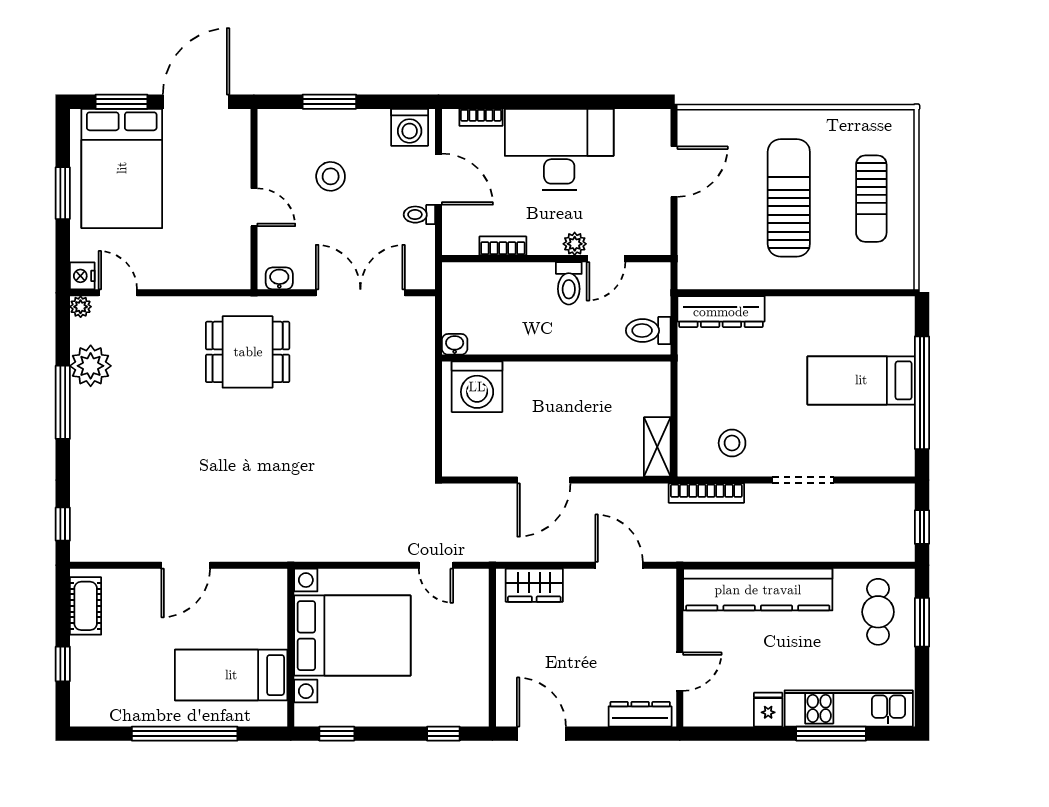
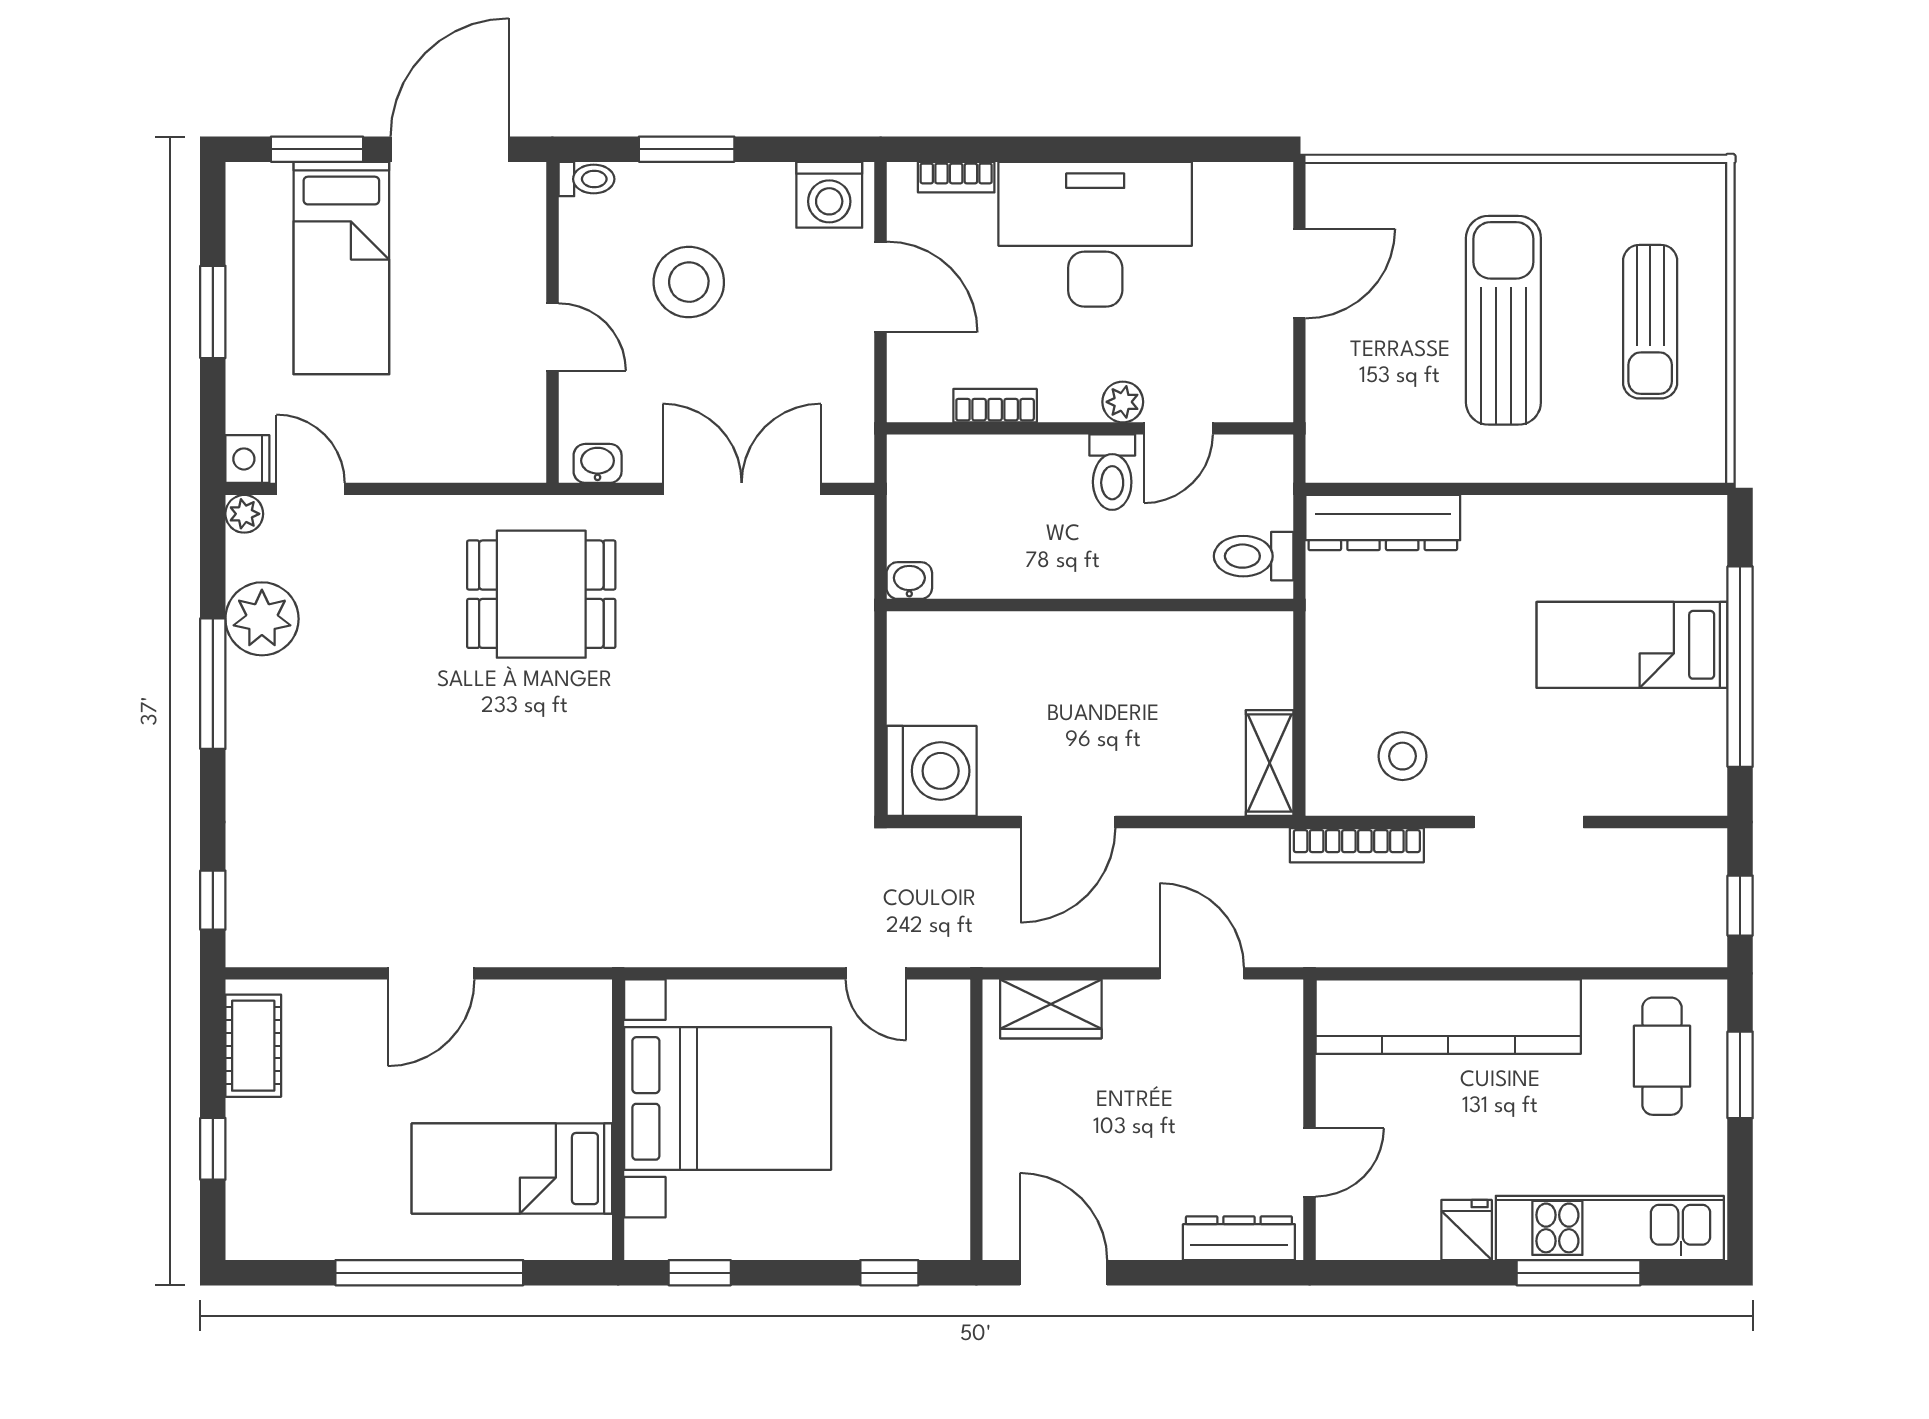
bed: (122, 168) -> (341, 268), width x0.67
stool: (331, 176) -> (689, 282), width x1.38, depth x1.38
toilet: (419, 215) -> (586, 179), moved, turned 180
washing machine: (477, 387) -> (932, 771), moved, turned -90

